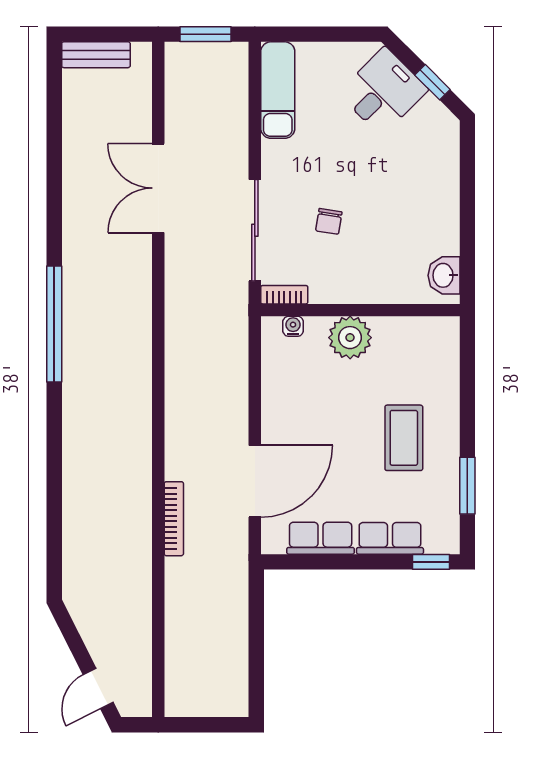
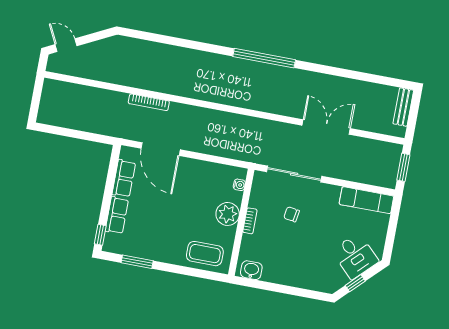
bookcase: (284, 295) -> (250, 221), moved
coffee table: (404, 438) -> (205, 254), moved

